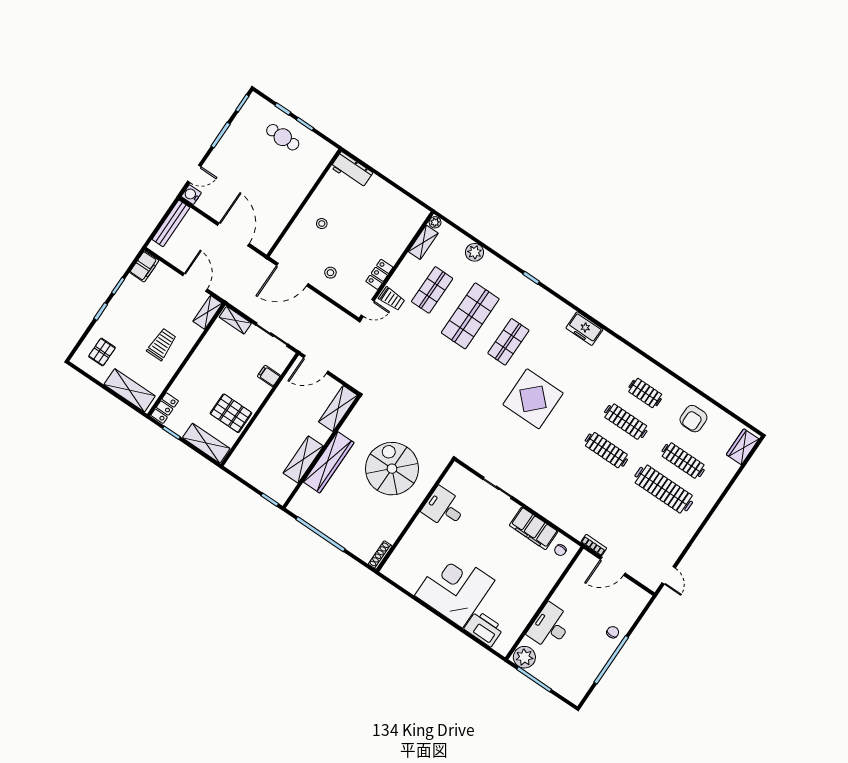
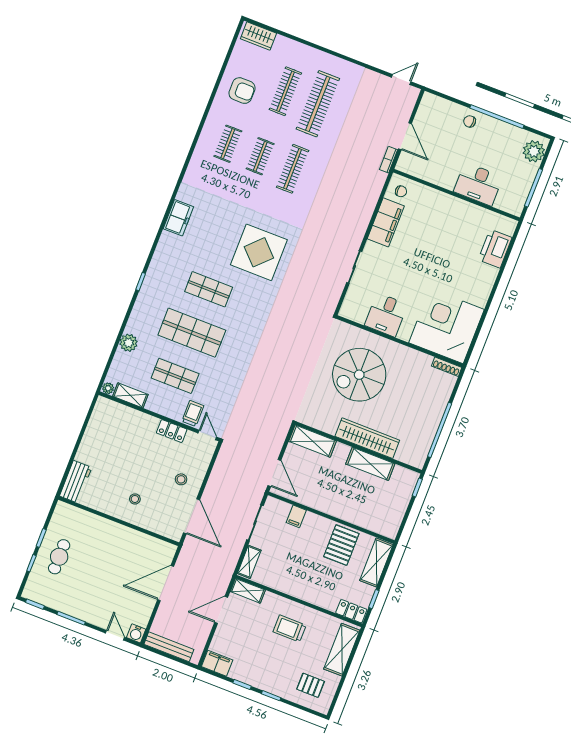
clothes rail: (626, 422) -> (260, 156), width x0.73
corner desk: (455, 588) -> (446, 326), moved, turned 90
plant: (524, 657) -> (534, 151), moved

